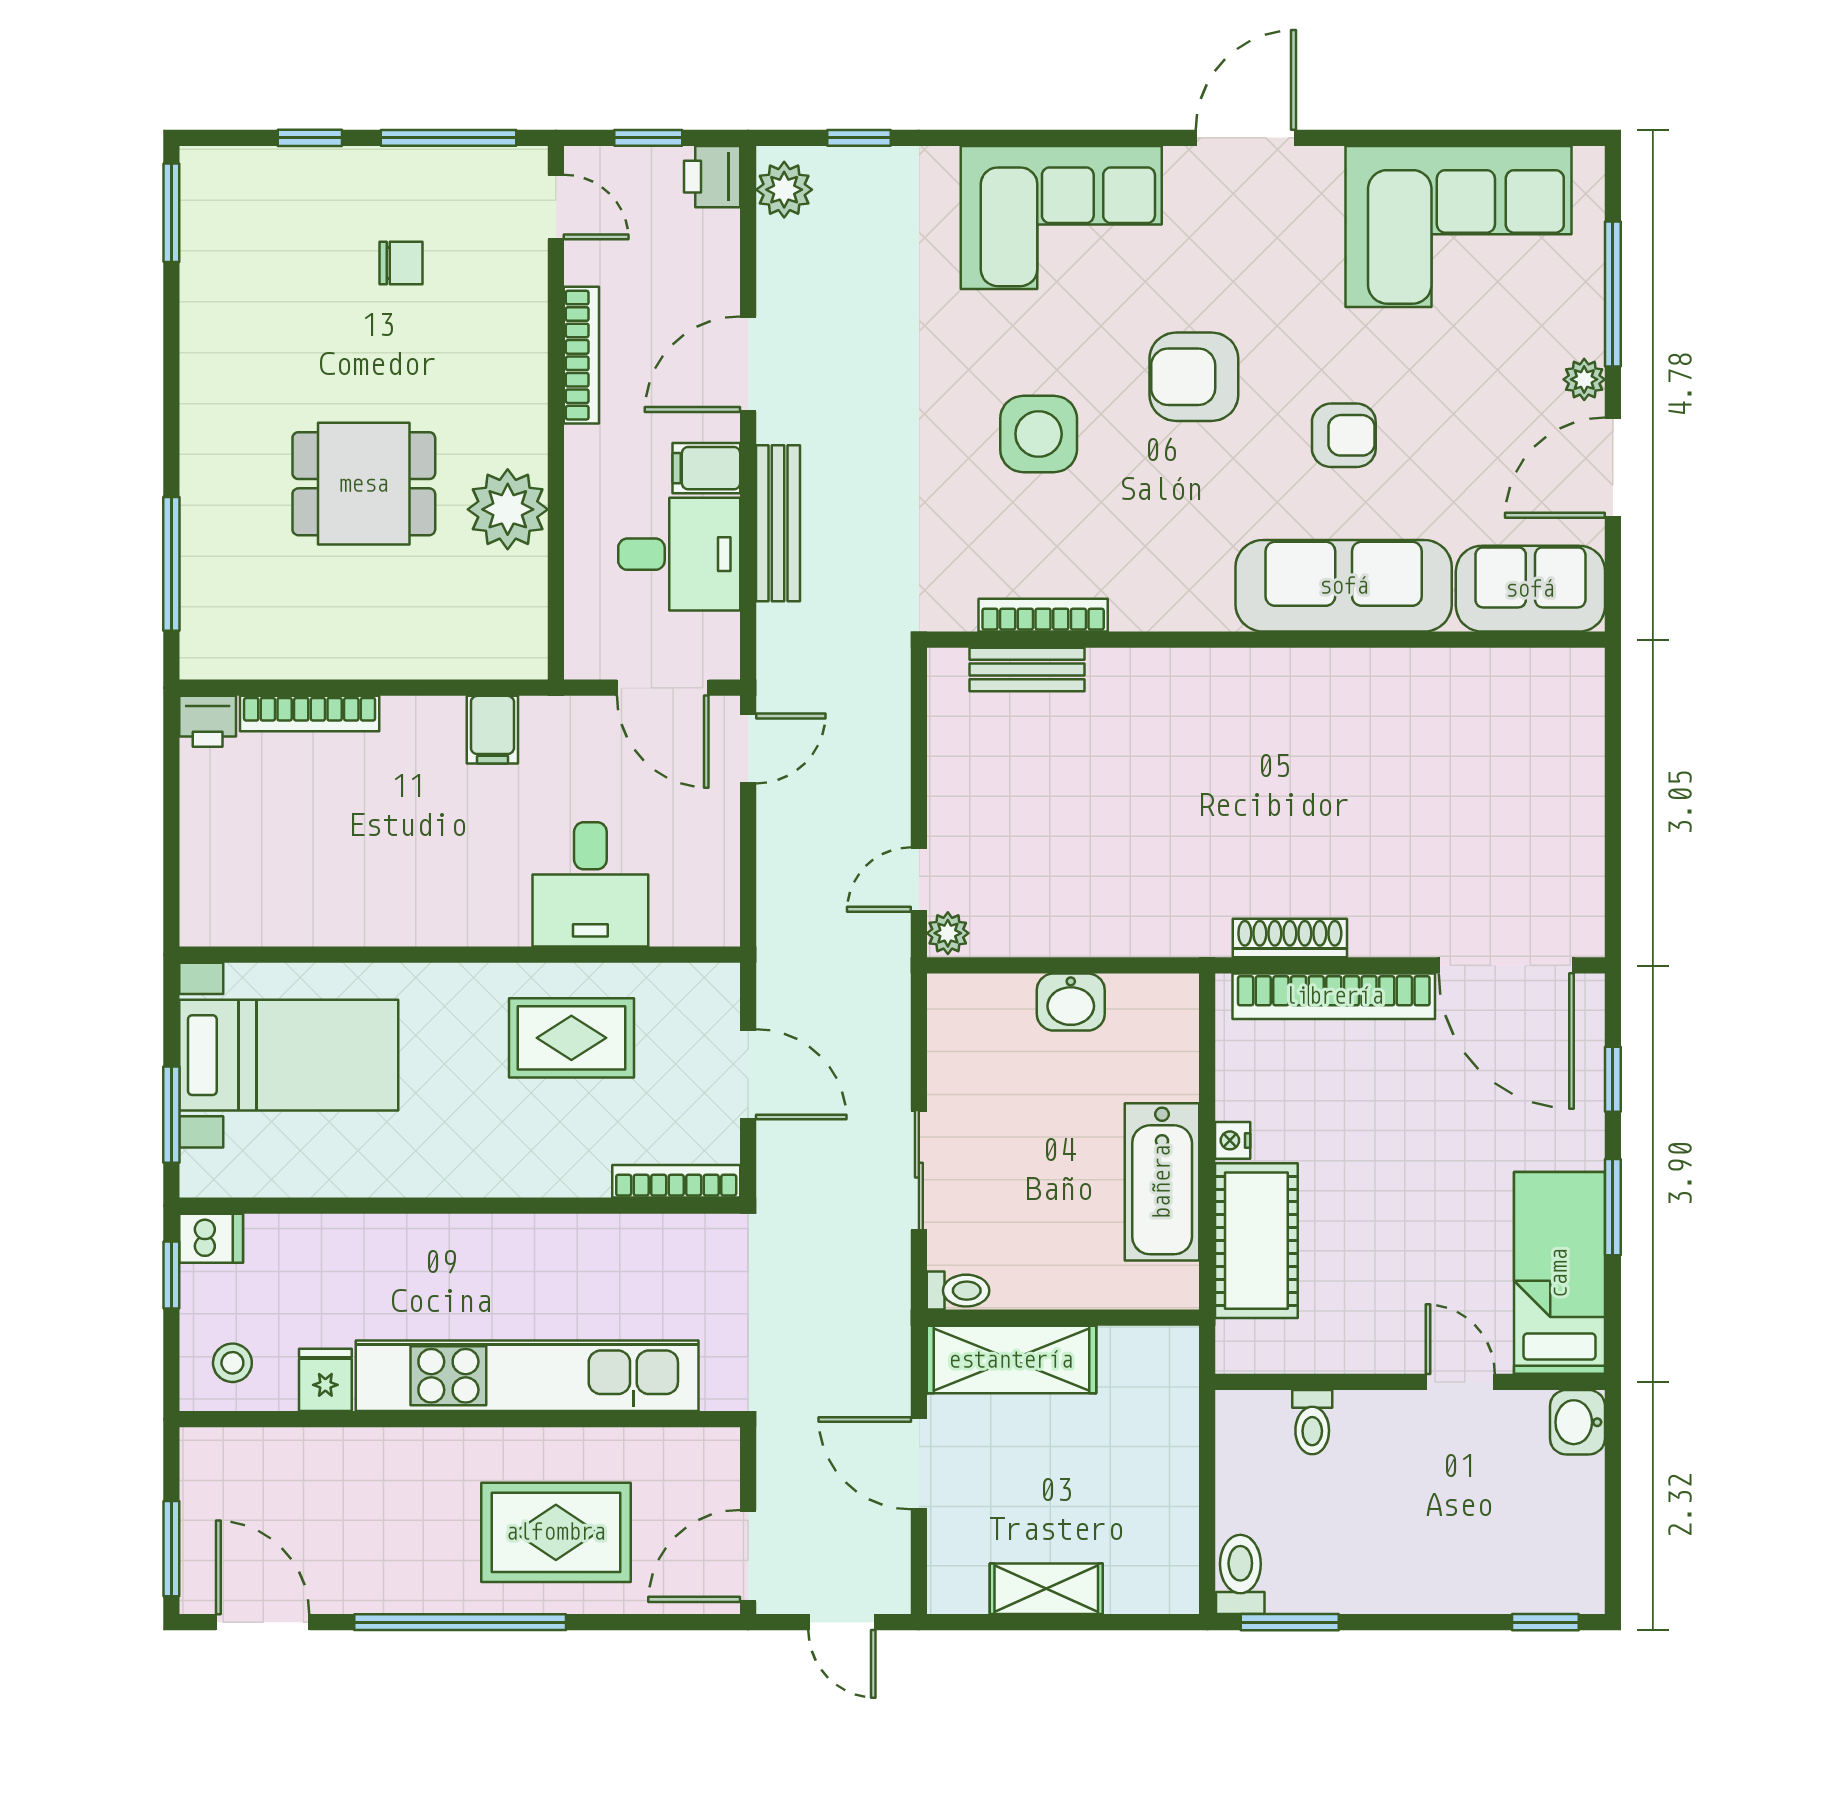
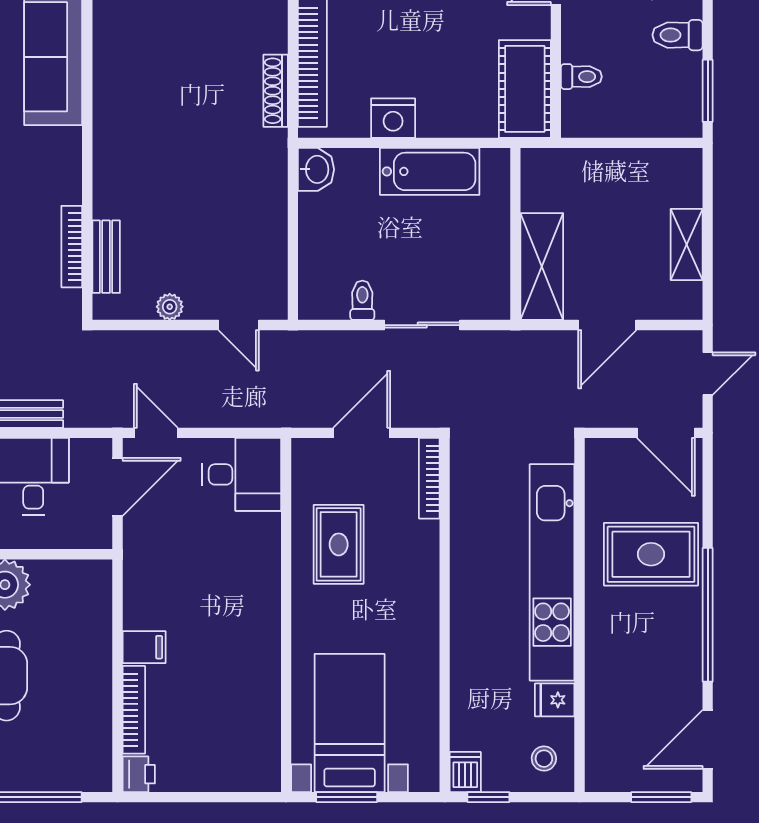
filing cabinet: (492, 730) -> (144, 647), moved
desk: (590, 884) -> (242, 474), moved
plant: (948, 933) -> (170, 307), moved
washbasin: (1071, 1002) -> (316, 169), moved
window: (171, 1115) -> (347, 797), moved
nightstand: (1233, 1140) -> (393, 118), width x1.89, depth x1.79
cot: (1256, 1241) -> (525, 89), moved, turned 90
toilet: (958, 1291) -> (362, 300), moved
rug: (556, 1532) -> (651, 554), turned 90
toilet: (1240, 1574) -> (678, 35), moved

